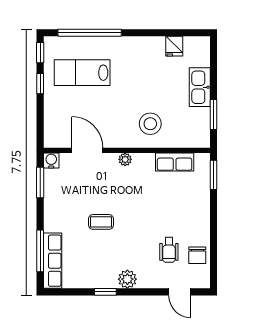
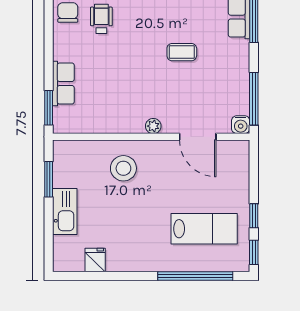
row of seats: (175, 162) -> (63, 83), moved, turned 90
window: (40, 182) -> (254, 99), width x1.44

